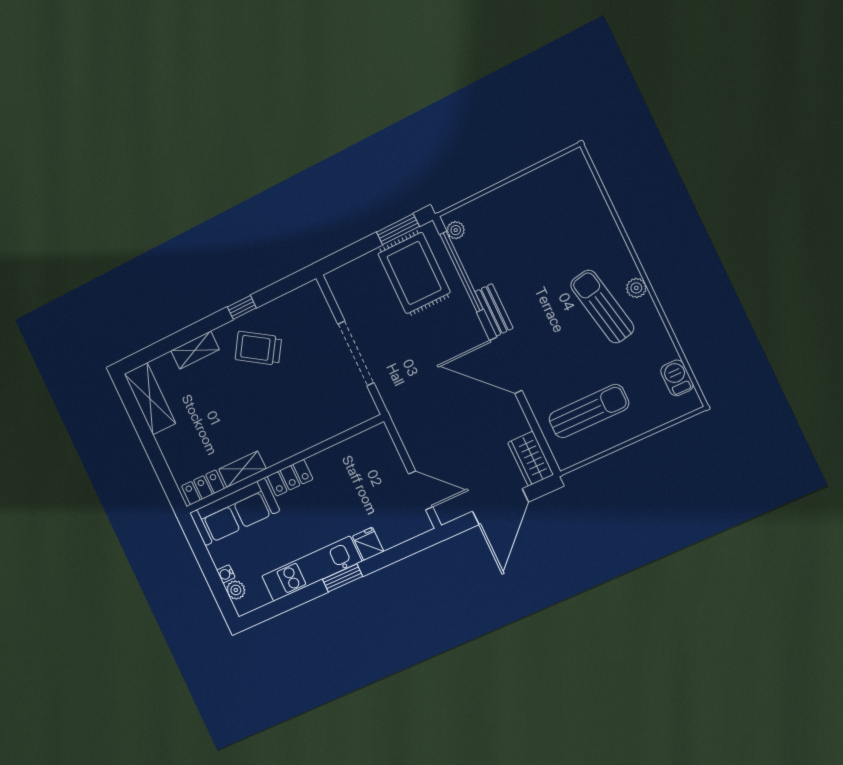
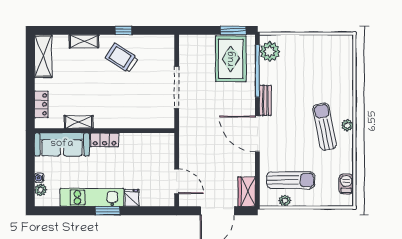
plant: (456, 230) -> (270, 51), width x1.87, depth x1.87
plant: (594, 446) -> (285, 201), added
locker: (203, 487) -> (41, 104), moved, turned 90

